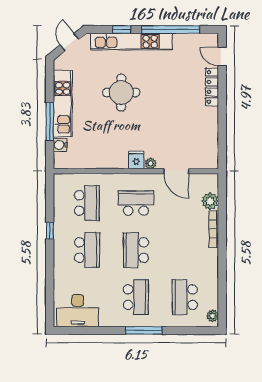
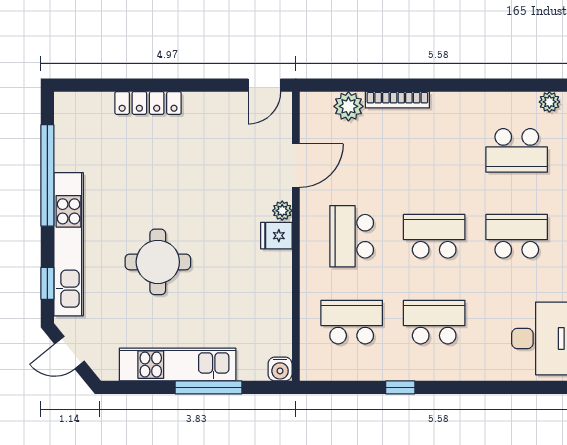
window: (121, 29) -> (47, 283), moved
door: (222, 57) -> (264, 85), moved
water cooler: (60, 145) -> (280, 369), moved
school desk: (136, 250) -> (434, 236), turned 180

